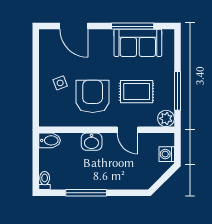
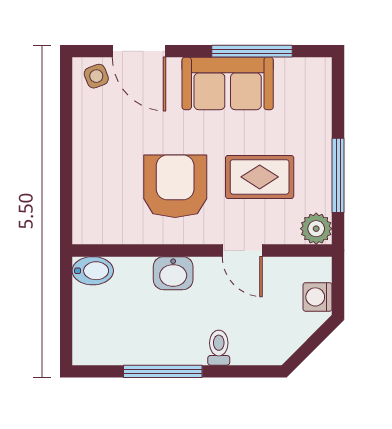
sofa: (138, 43) -> (228, 83), moved
side table: (60, 83) -> (96, 76), moved
toilet: (45, 180) -> (219, 348), moved

